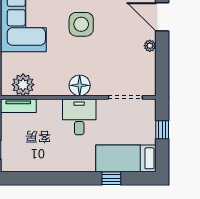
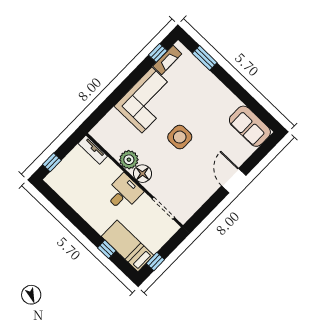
plant: (150, 46) -> (209, 191), removed
plant: (23, 85) -> (129, 160), moved
window: (162, 130) -> (155, 262), moved

